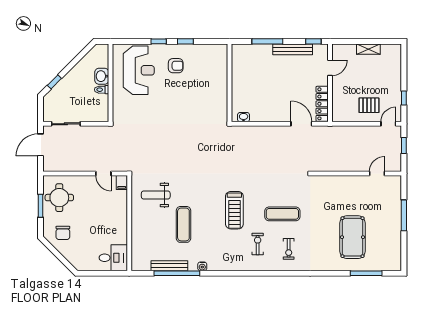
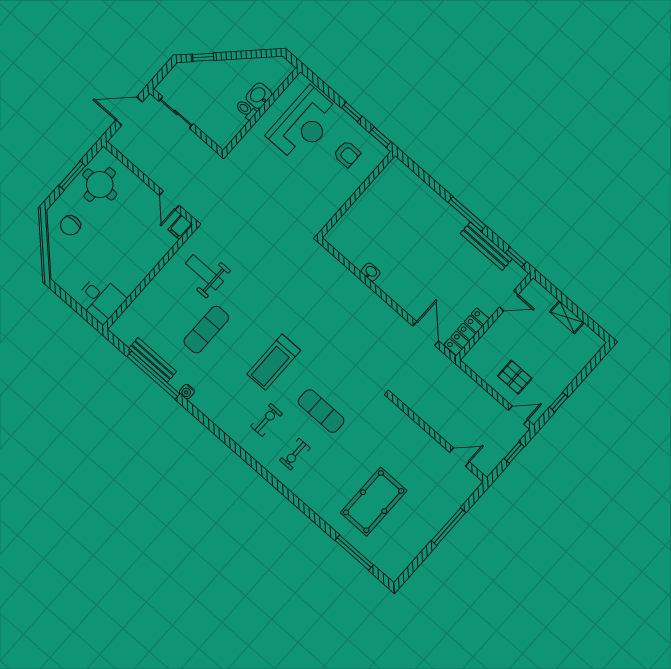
wall: (230, 83) -> (356, 195), moved

